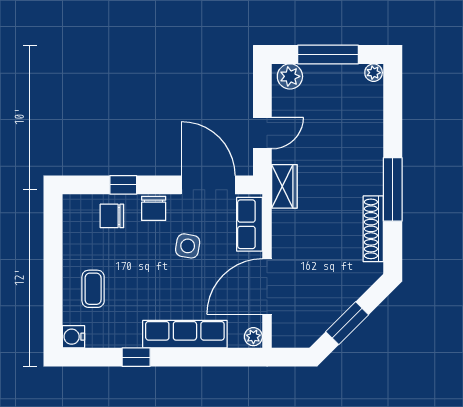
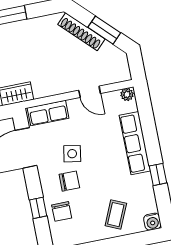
chair: (154, 208) -> (69, 181), moved
shoe rack: (373, 229) -> (81, 32), moved, turned 45
door: (267, 287) -> (90, 92), width x0.53
coffee table: (93, 289) -> (116, 215), turned -66

